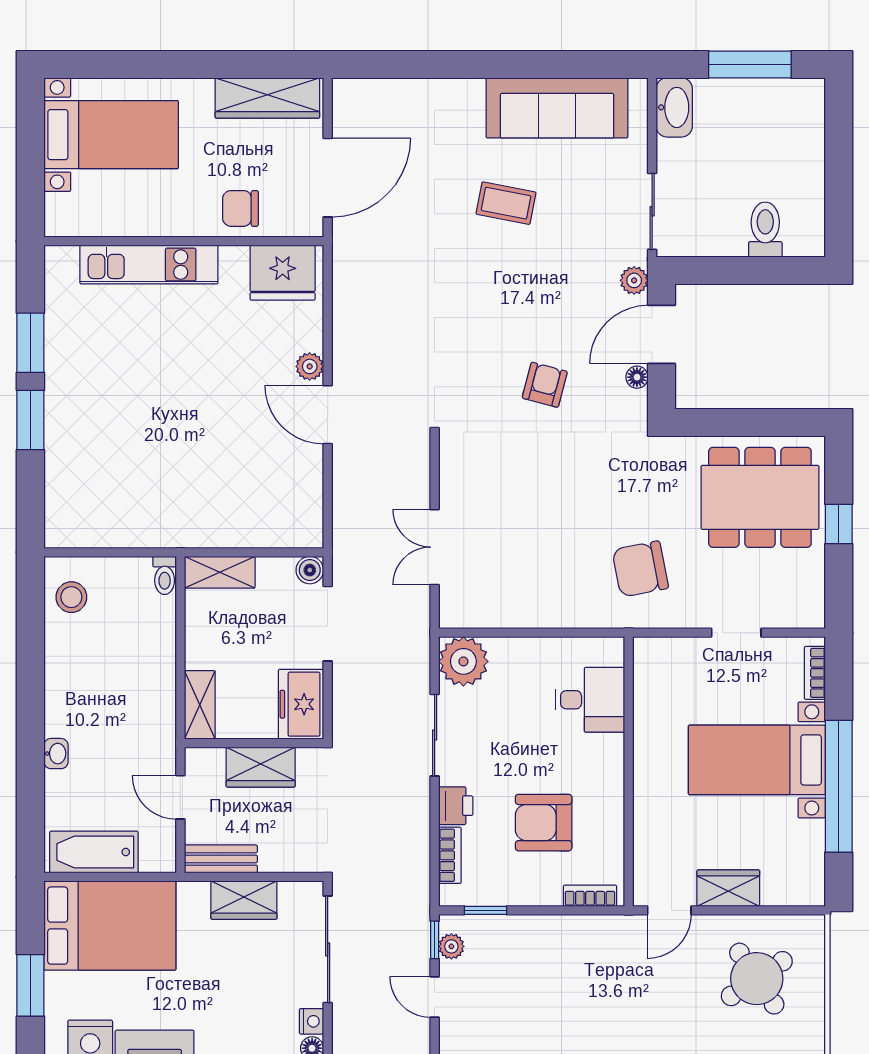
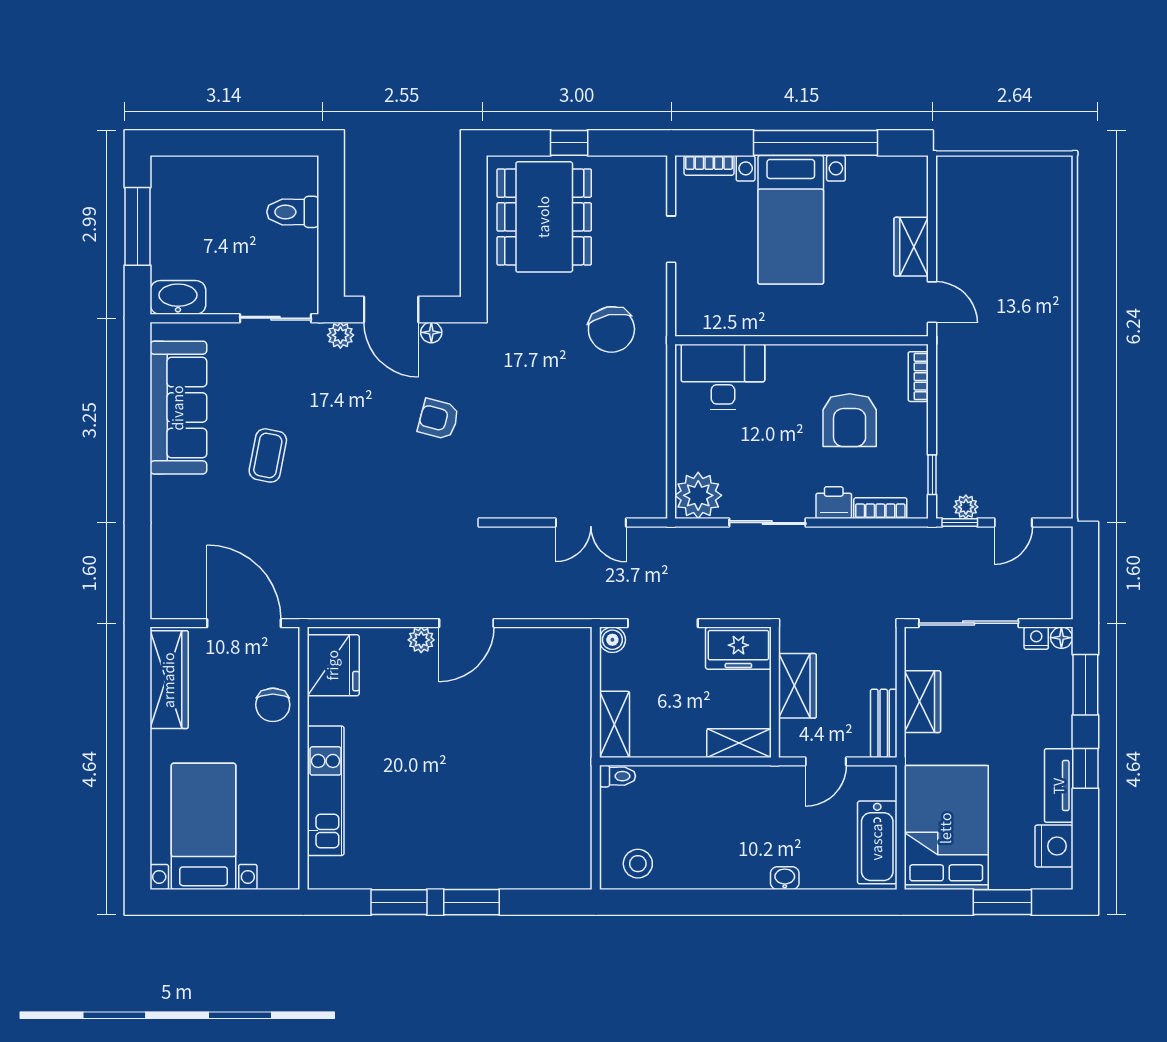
desk: (590, 700) -> (723, 377), width x1.37
round table: (757, 979) -> (996, 220), removed

